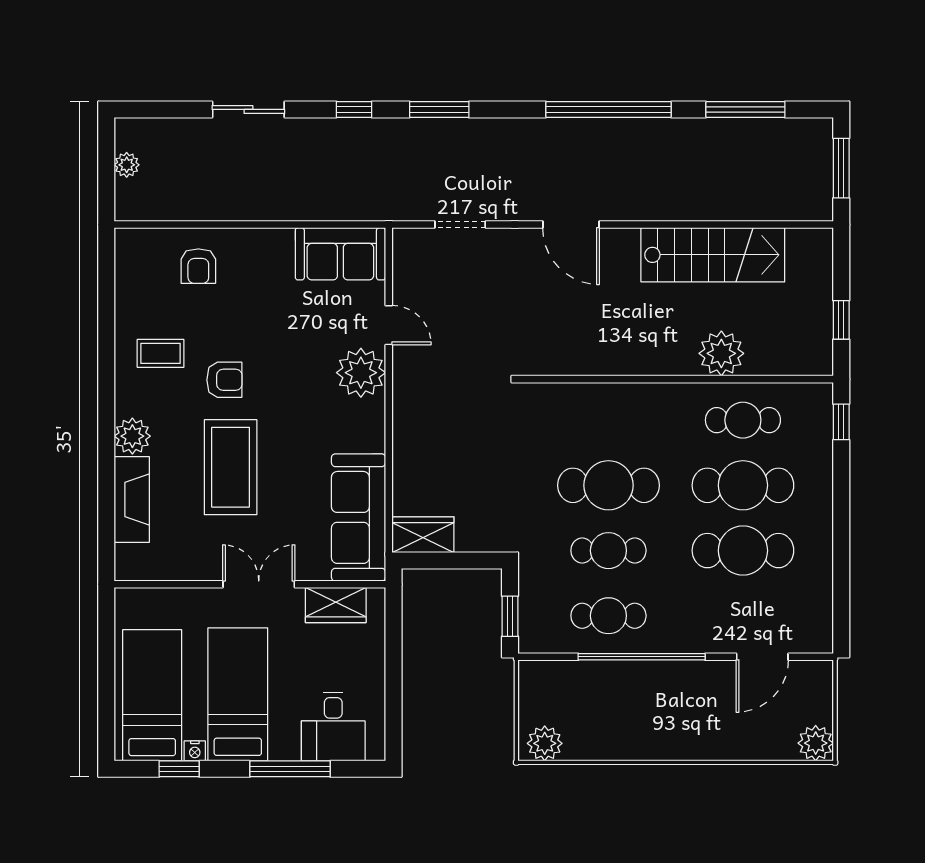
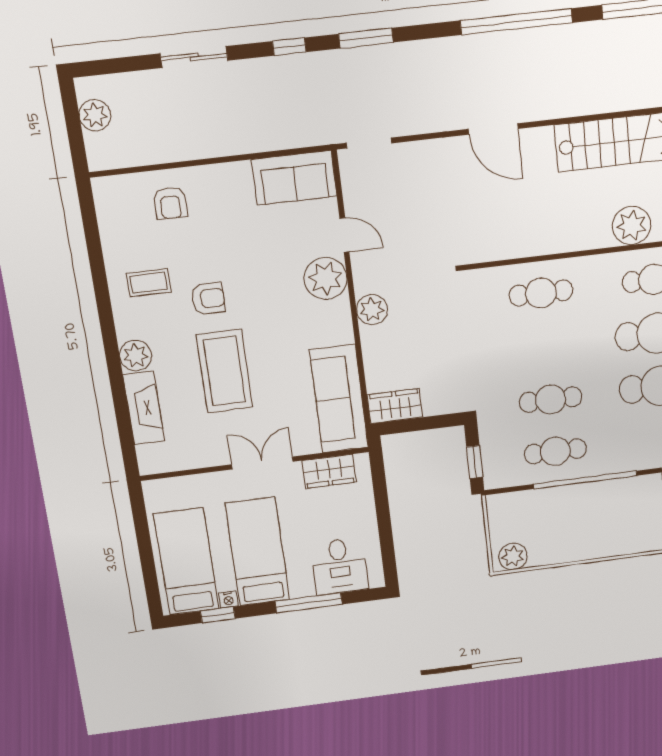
plant: (127, 165) -> (95, 115), width x1.38, depth x1.38
doorway: (460, 225) -> (369, 143), moved
plant: (410, 416) -> (372, 310), added
cafe table: (608, 485) -> (541, 293), moved, width x0.73, depth x0.74

